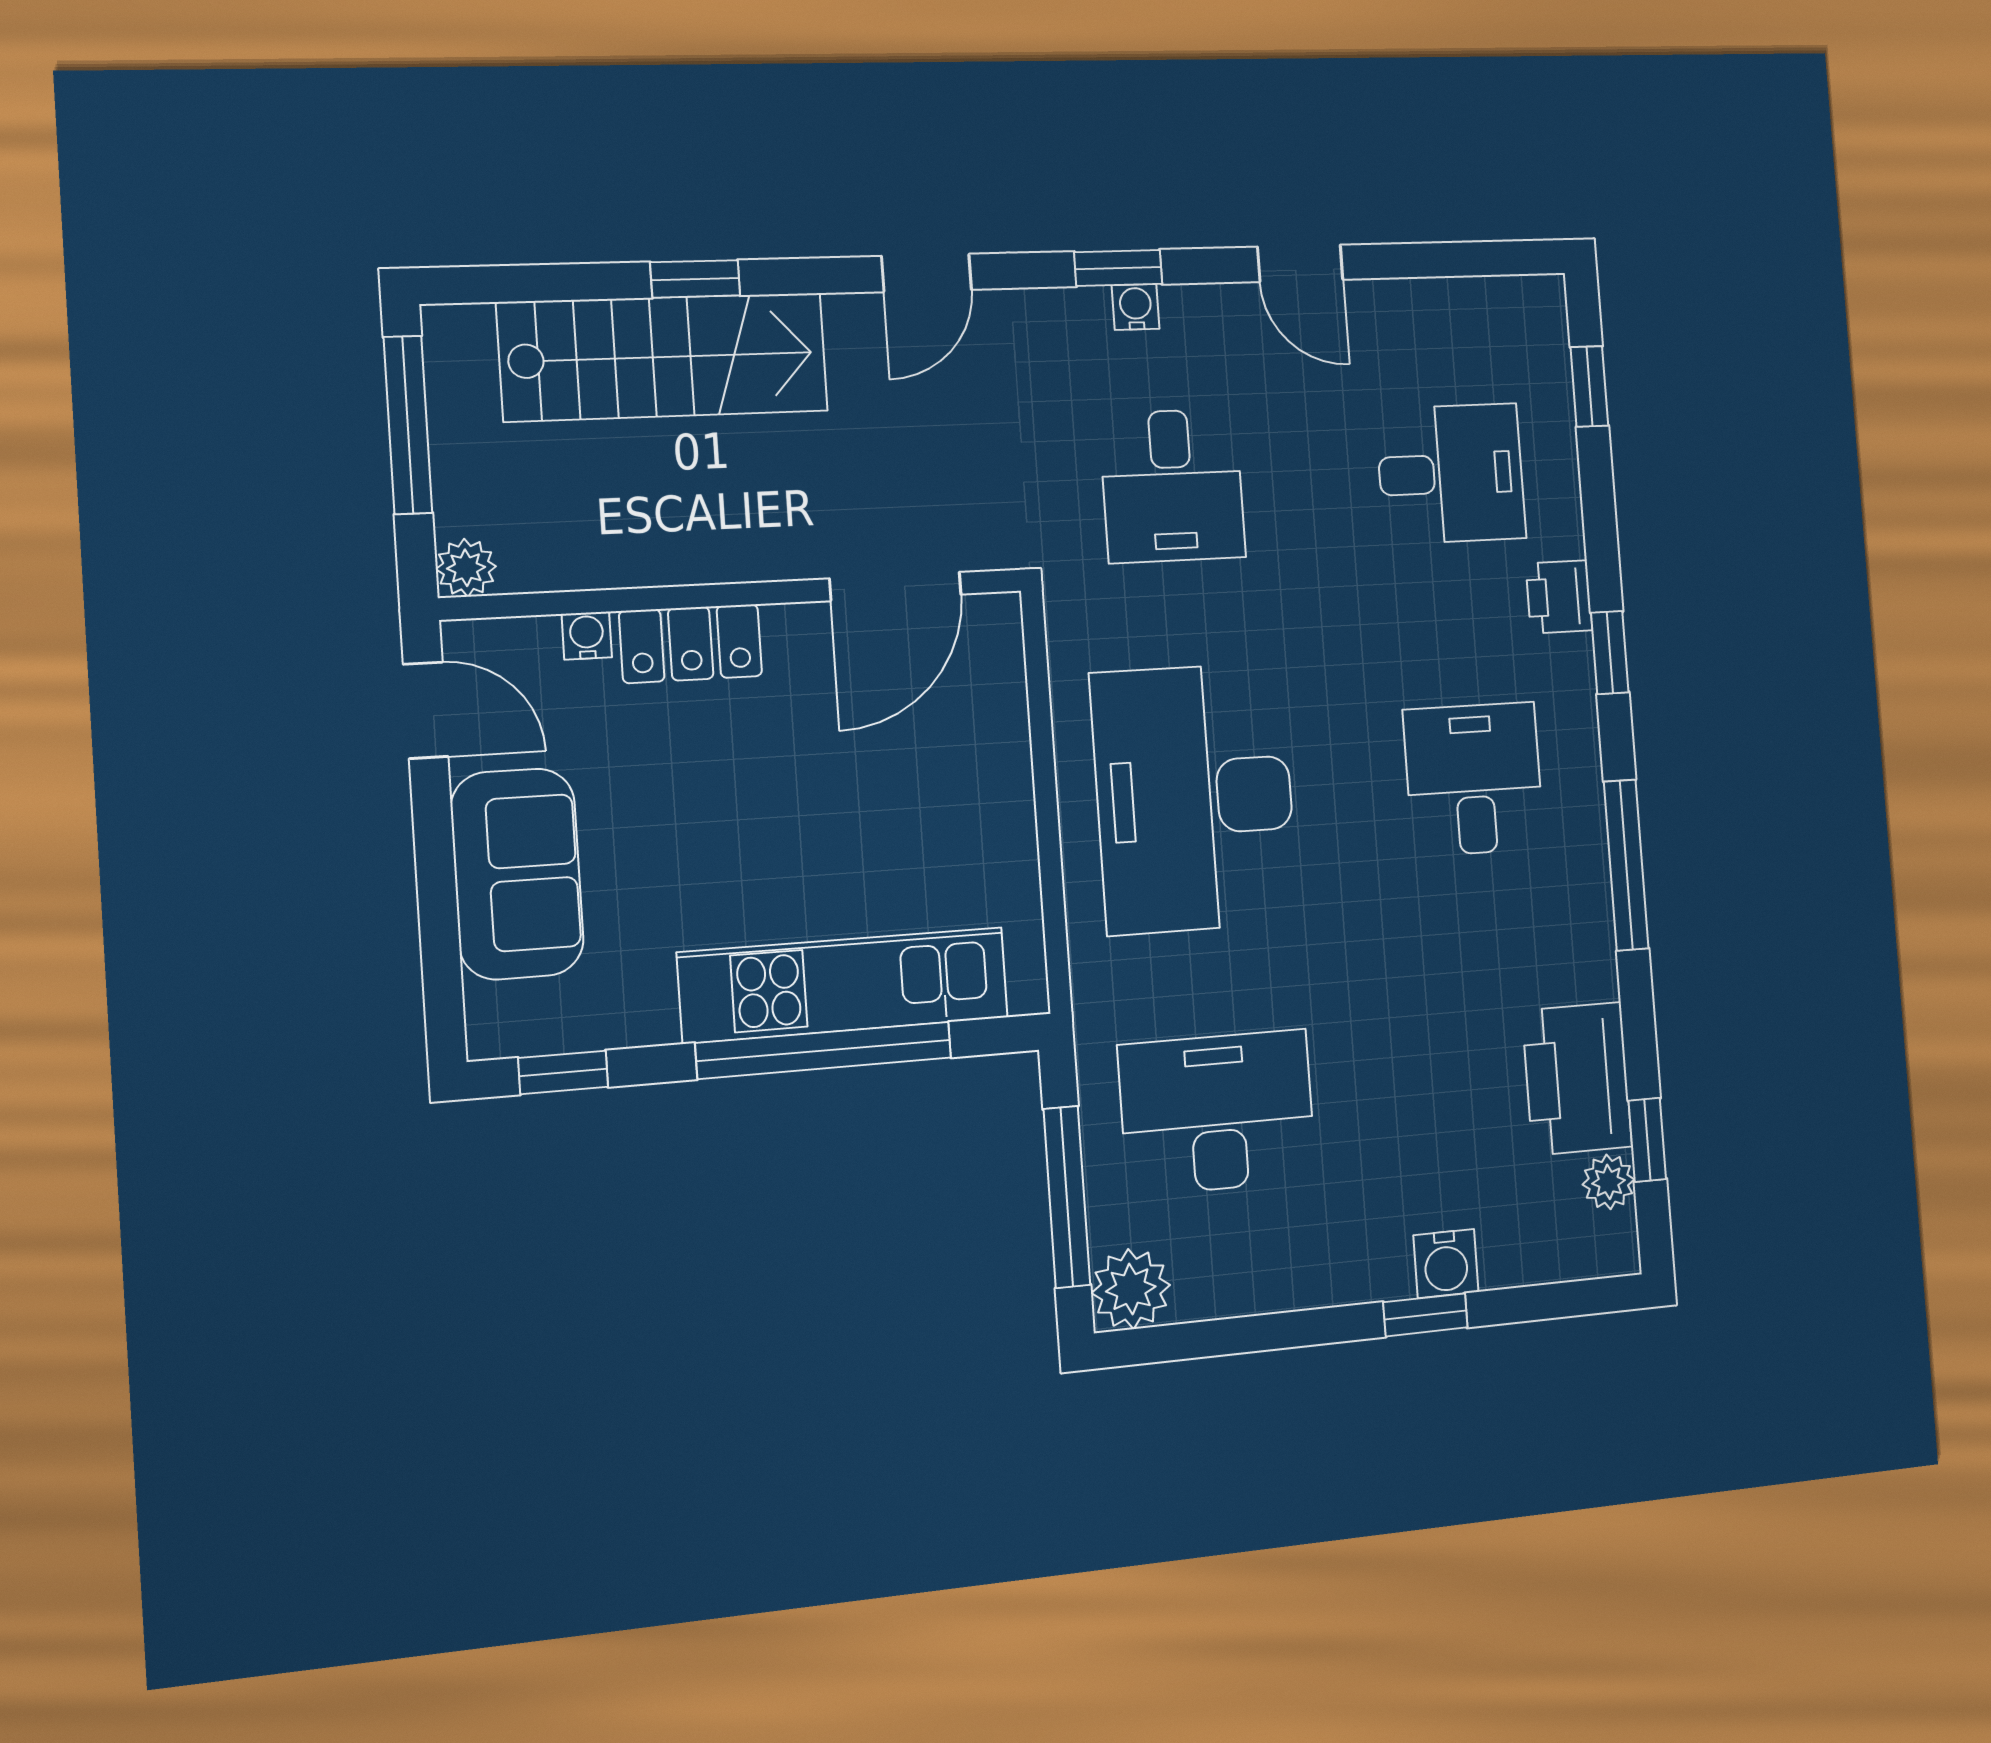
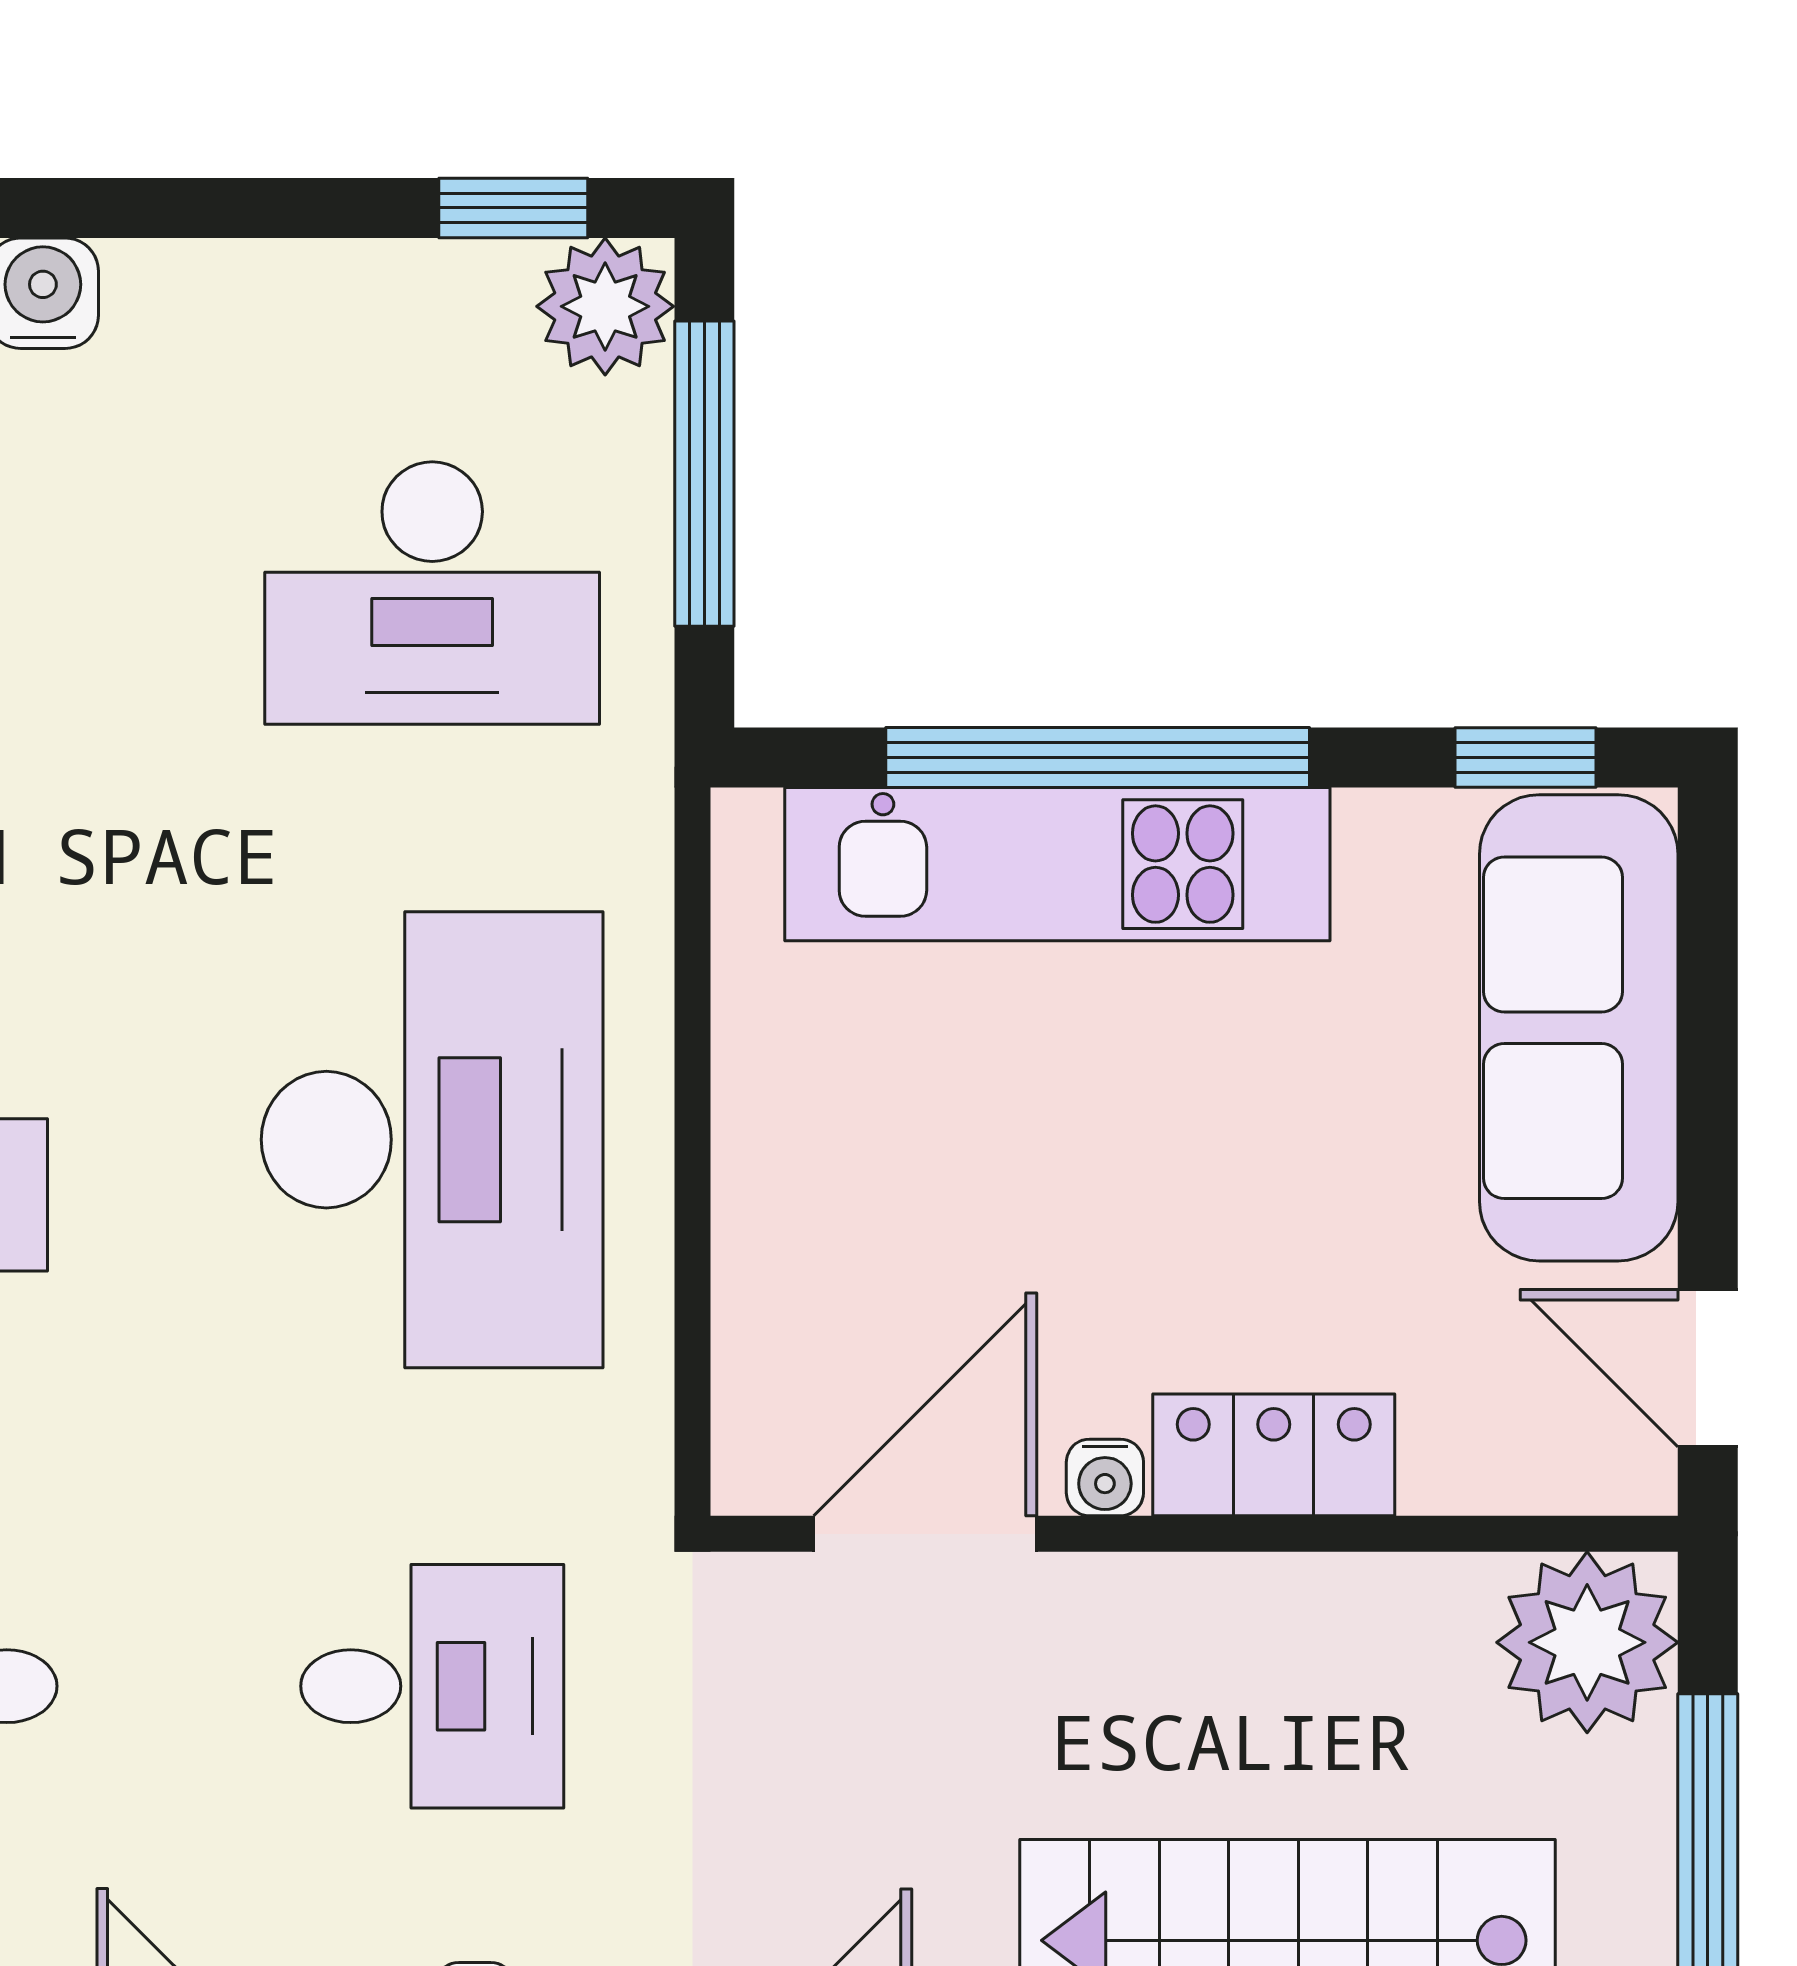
desk: (1172, 486) -> (432, 1686), turned 90
plant: (466, 568) -> (1587, 1642), width x1.87, depth x1.87
water cooler: (587, 636) -> (1105, 1477), moved
sofa: (517, 874) -> (1579, 1028), width x1.36
window: (1425, 1315) -> (513, 208), moved

